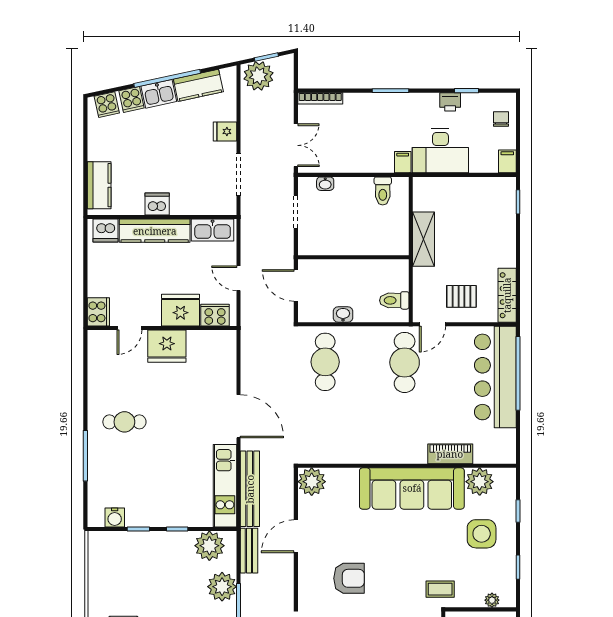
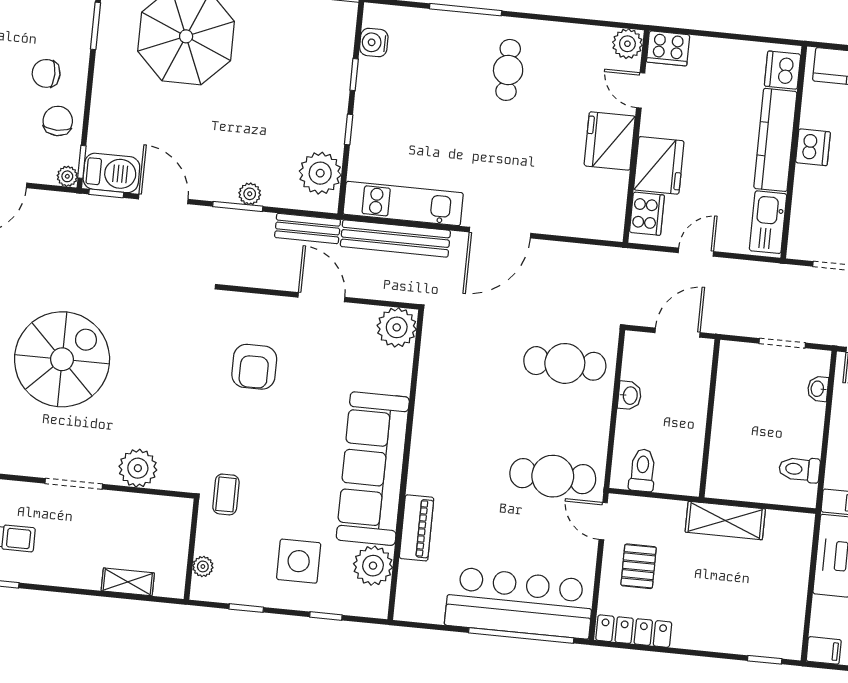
plant: (98, 340) -> (627, 44), added
plant: (222, 587) -> (250, 194), width x0.53, depth x0.53

